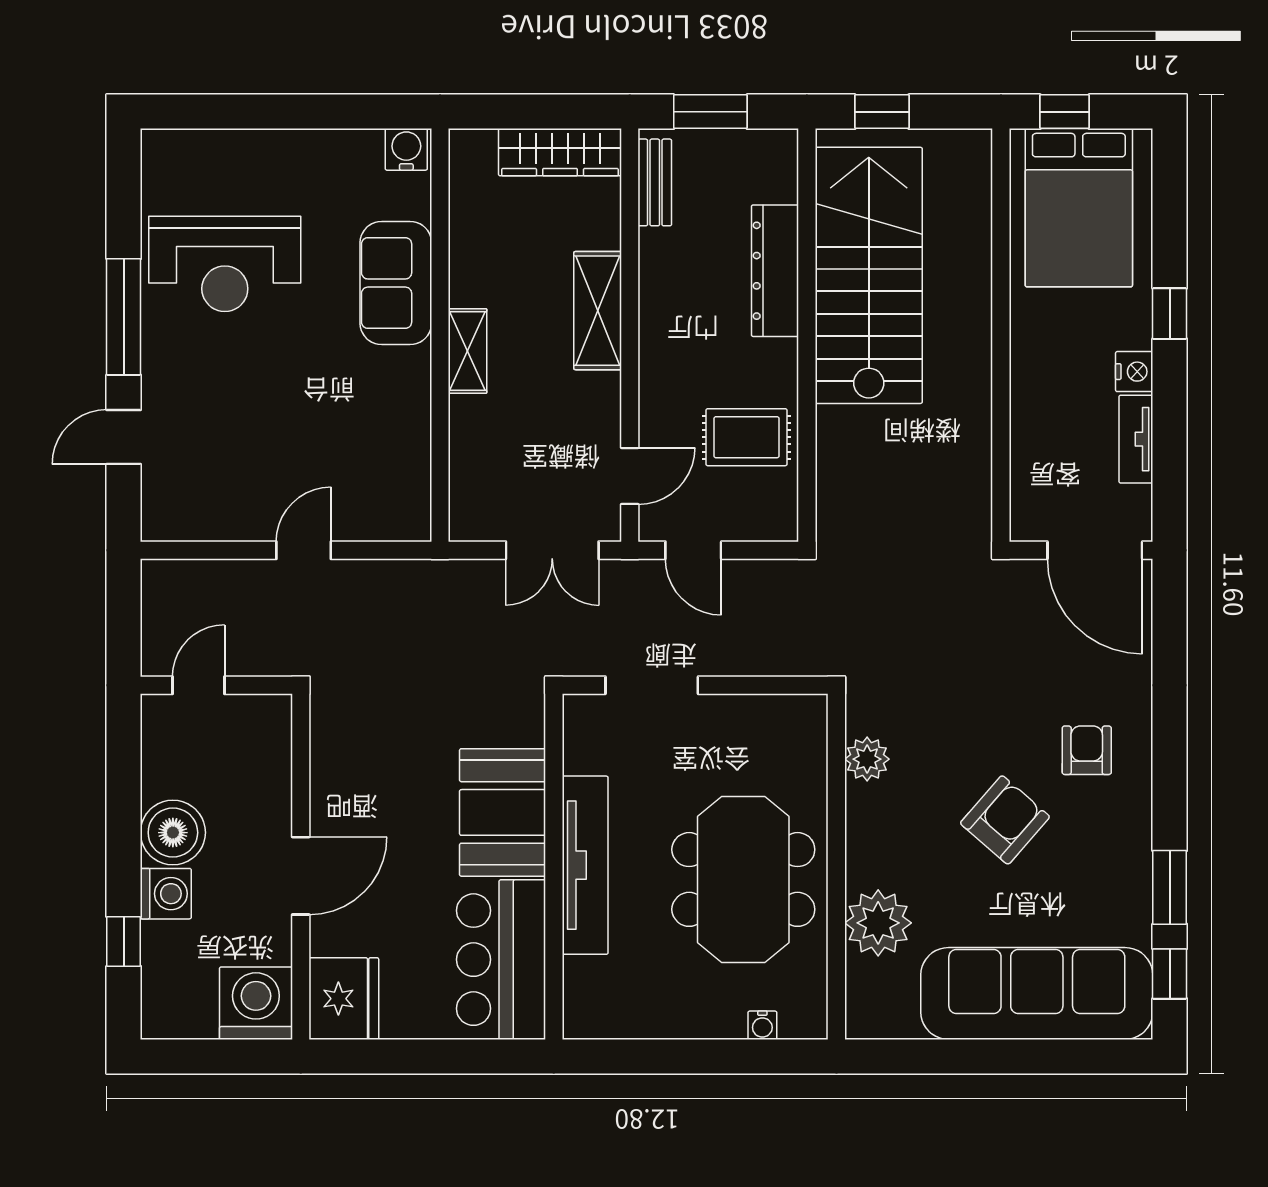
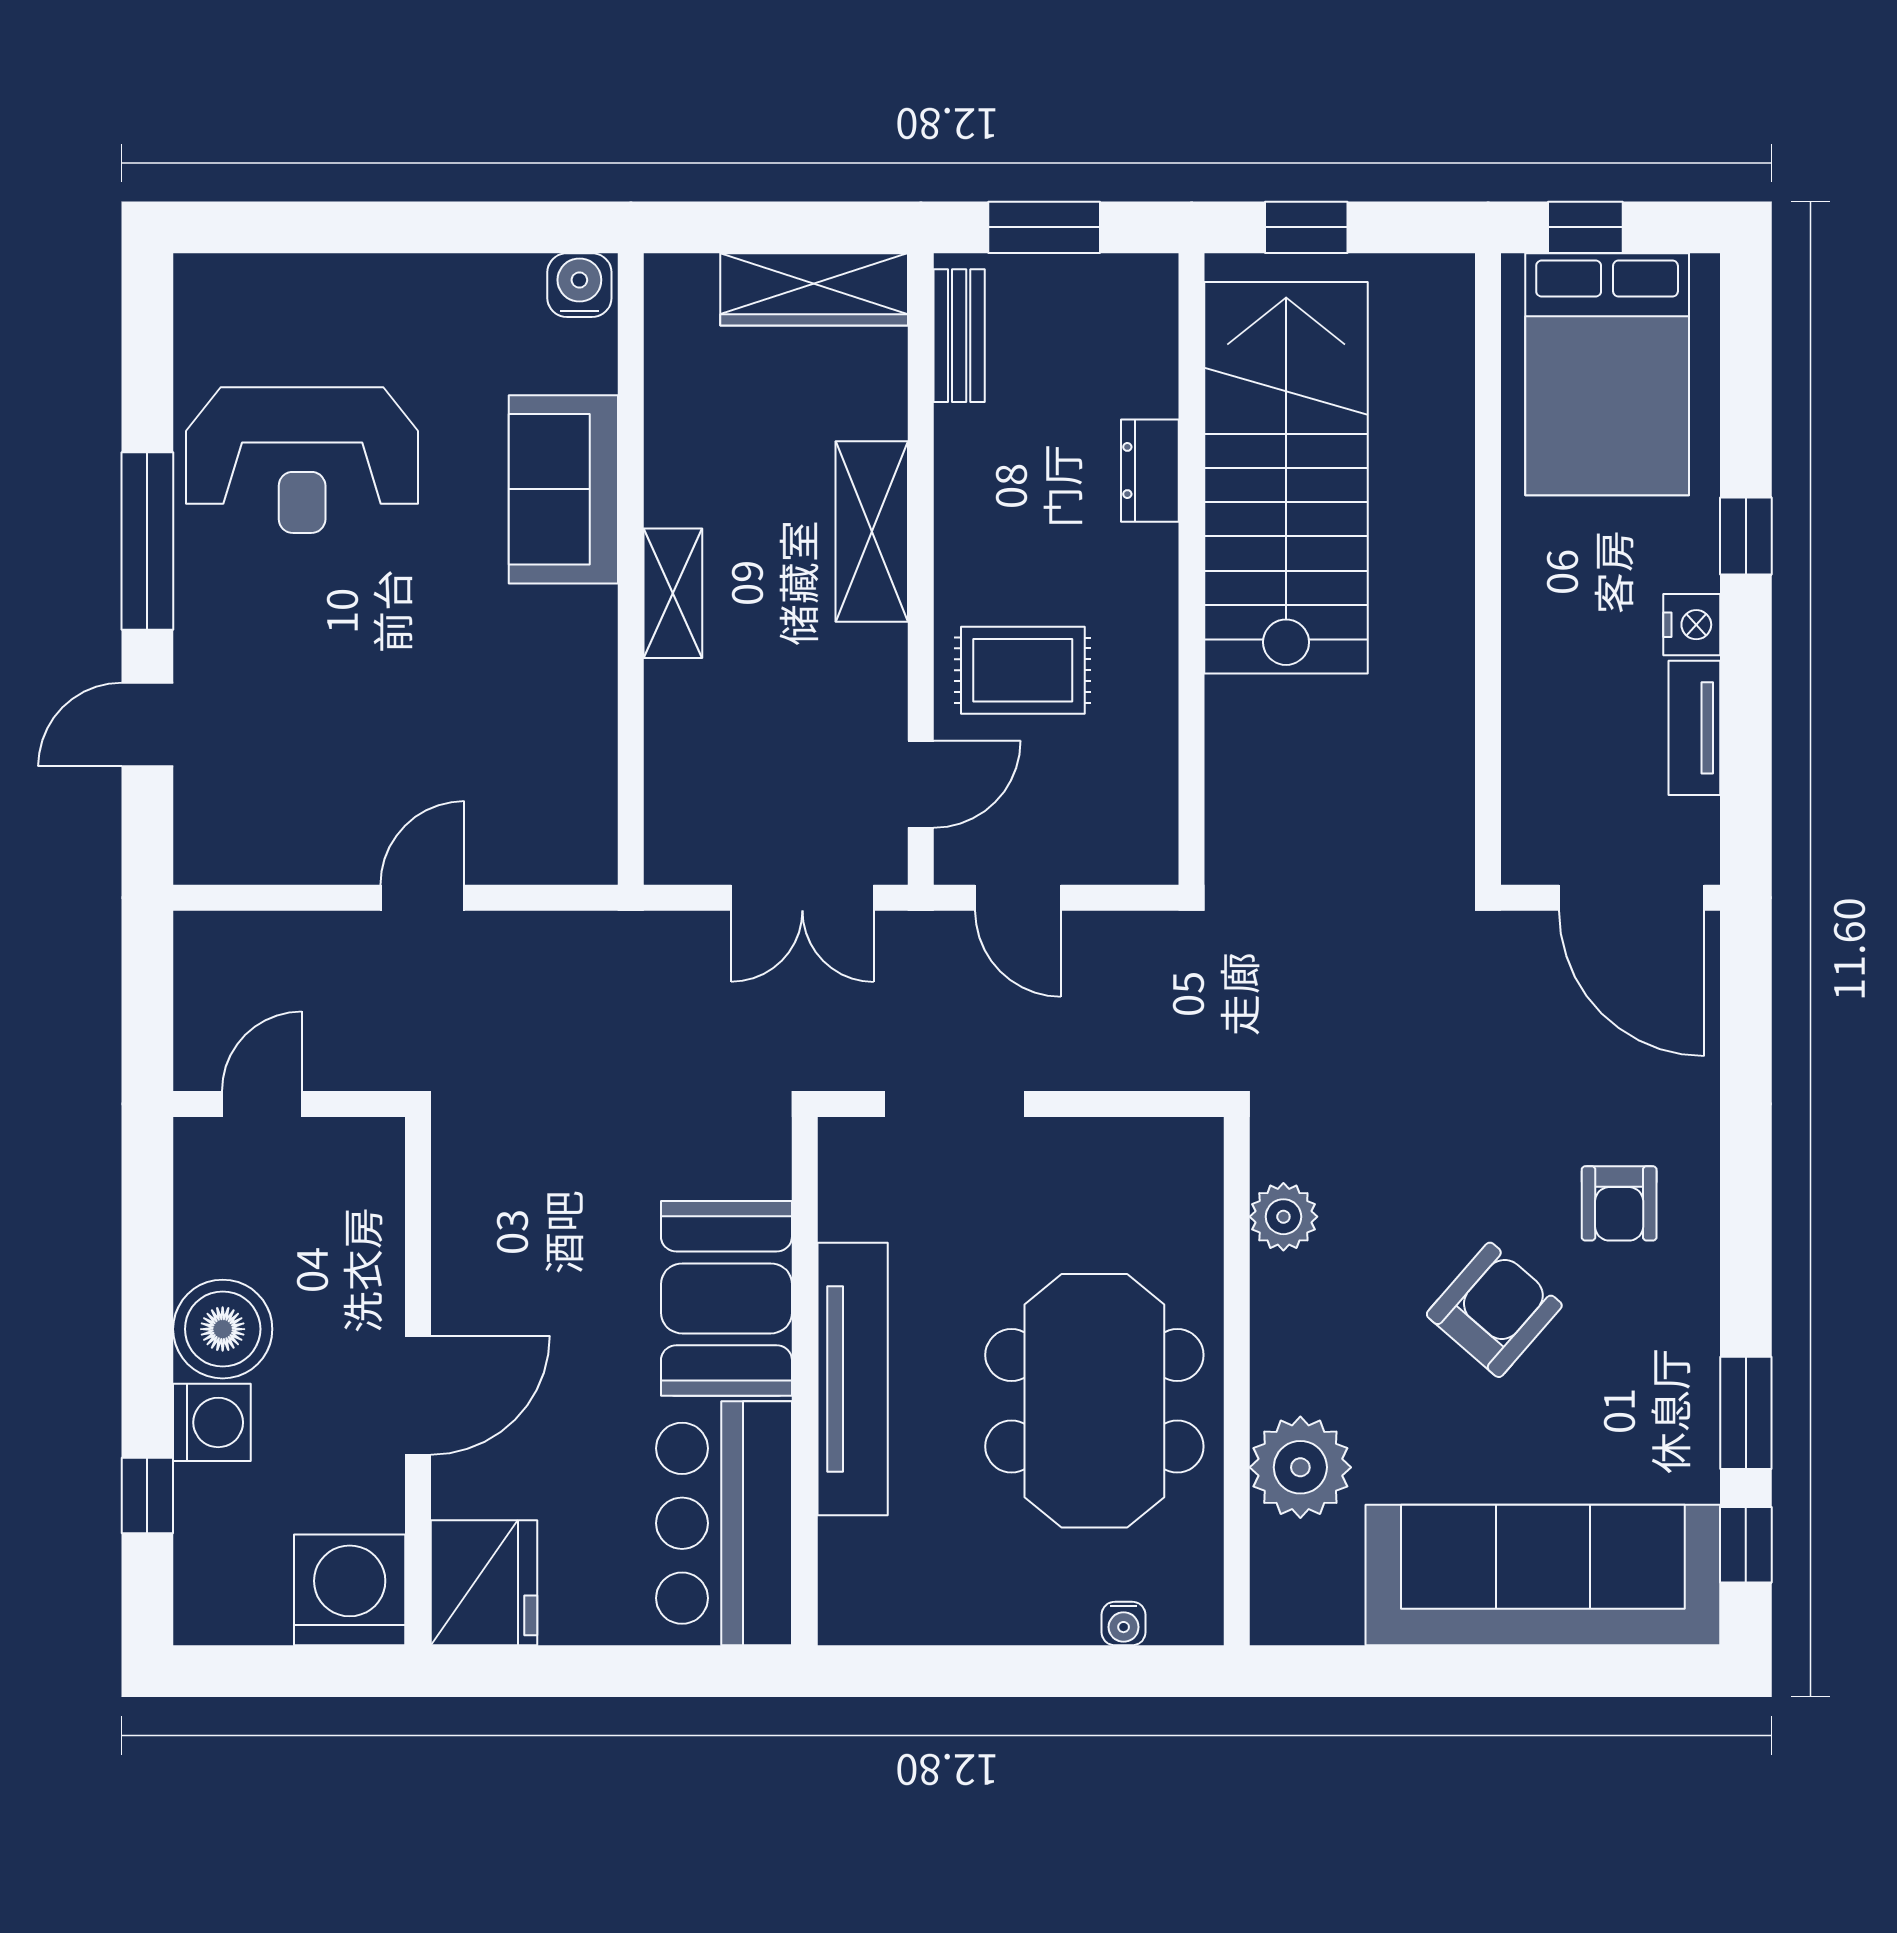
dresser: (775, 271) -> (1150, 471), width x0.51, depth x0.80
rug: (747, 437) -> (1023, 670), moved
armchair: (1087, 750) -> (1619, 1203), turned 180

